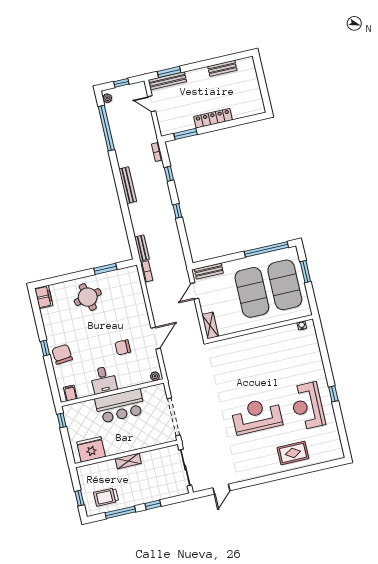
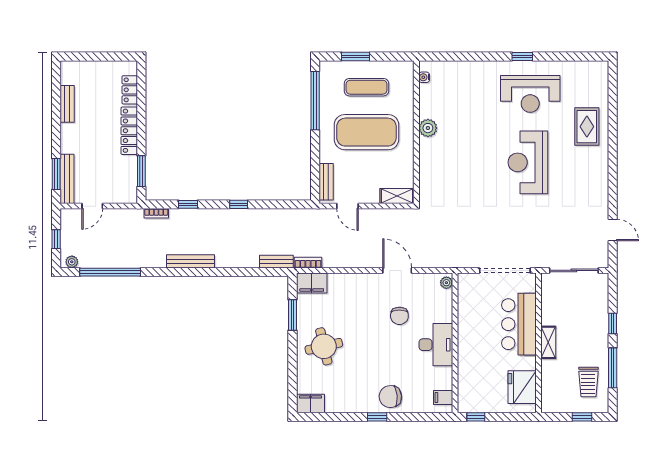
locker: (243, 112) -> (130, 90), added
filing cabinet: (132, 278) -> (312, 283), added
exercise mat: (285, 285) -> (366, 87), width x0.50, depth x0.69
plant: (265, 337) -> (428, 128), added
desk: (104, 380) -> (436, 345), width x1.37
bar counter: (120, 406) -> (519, 324), moved, turned 180

